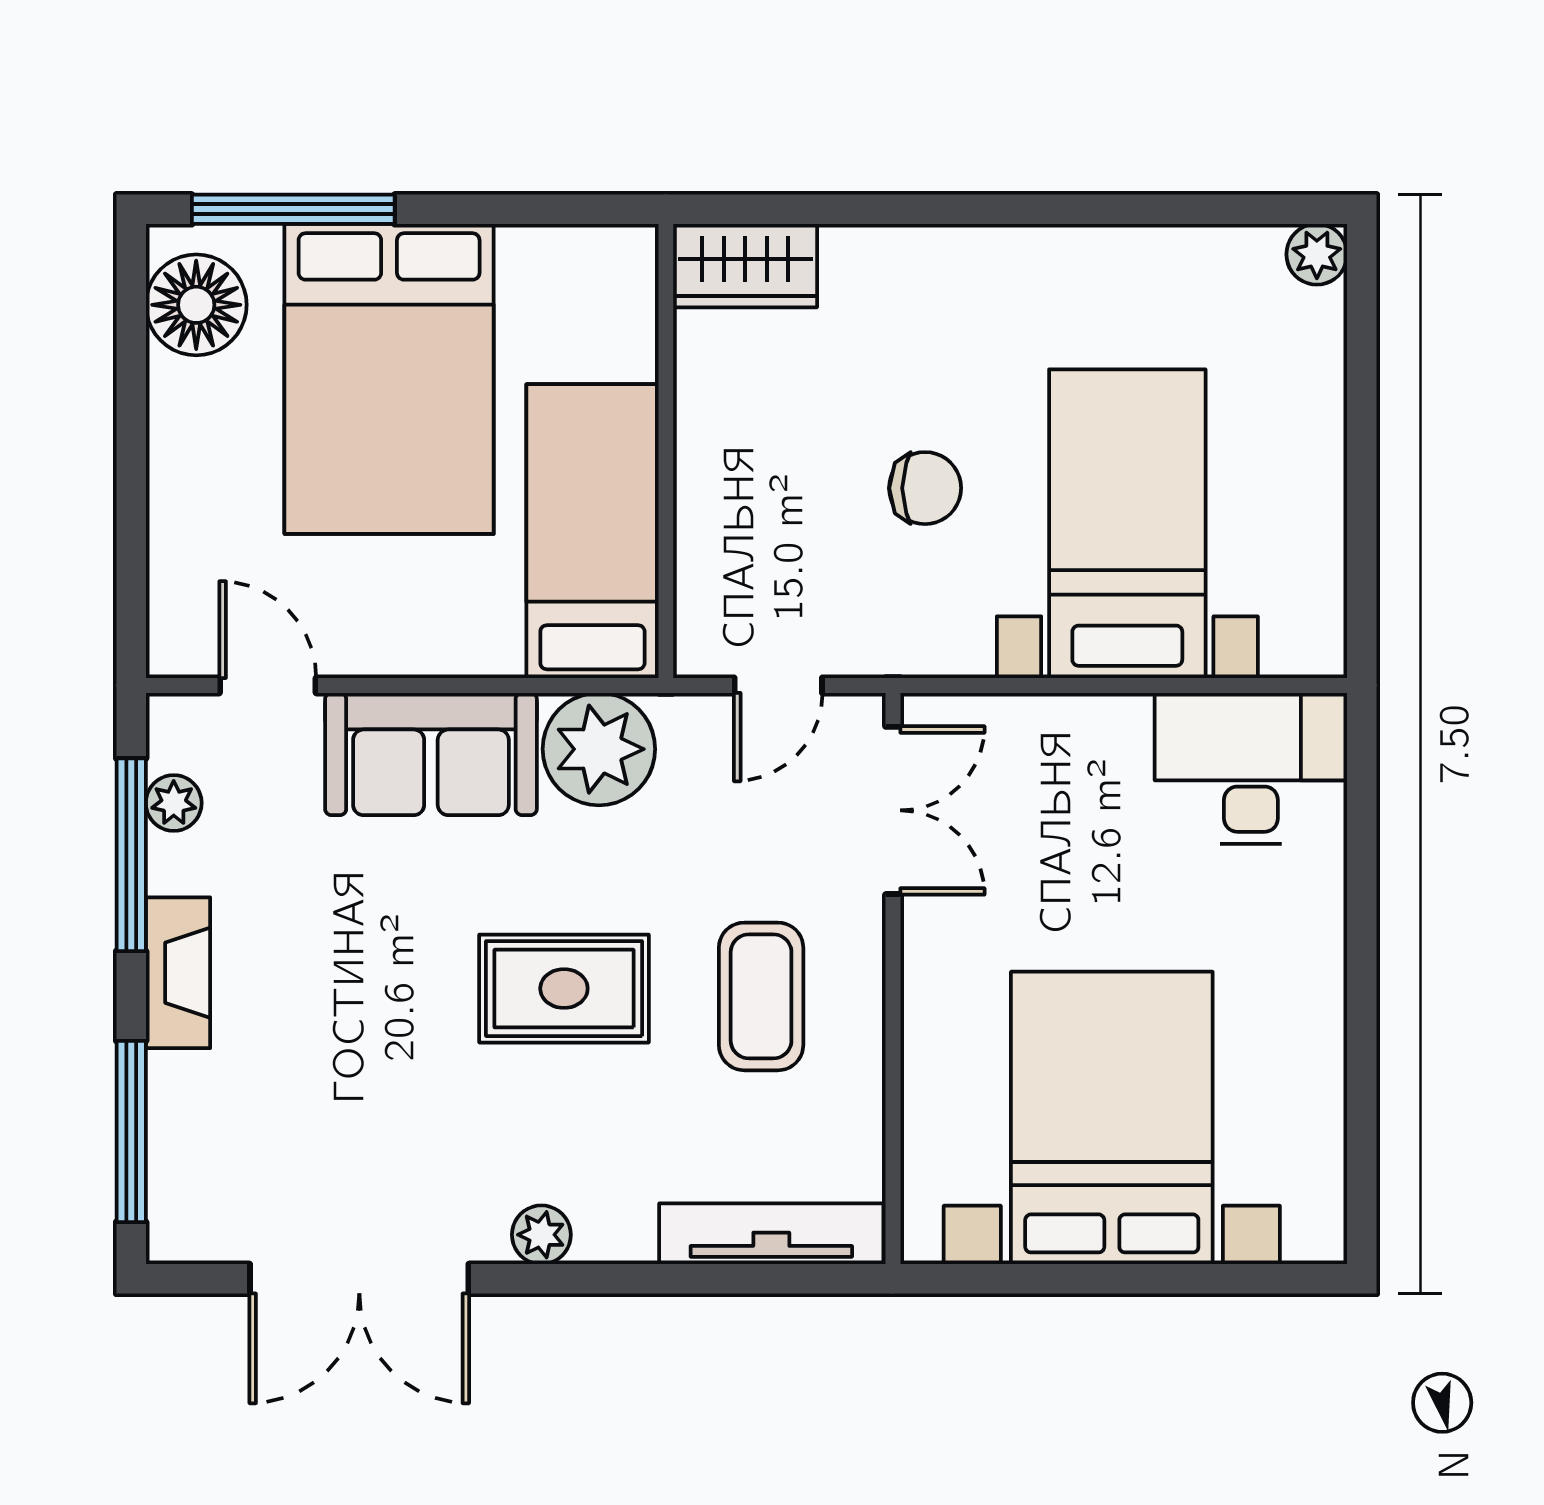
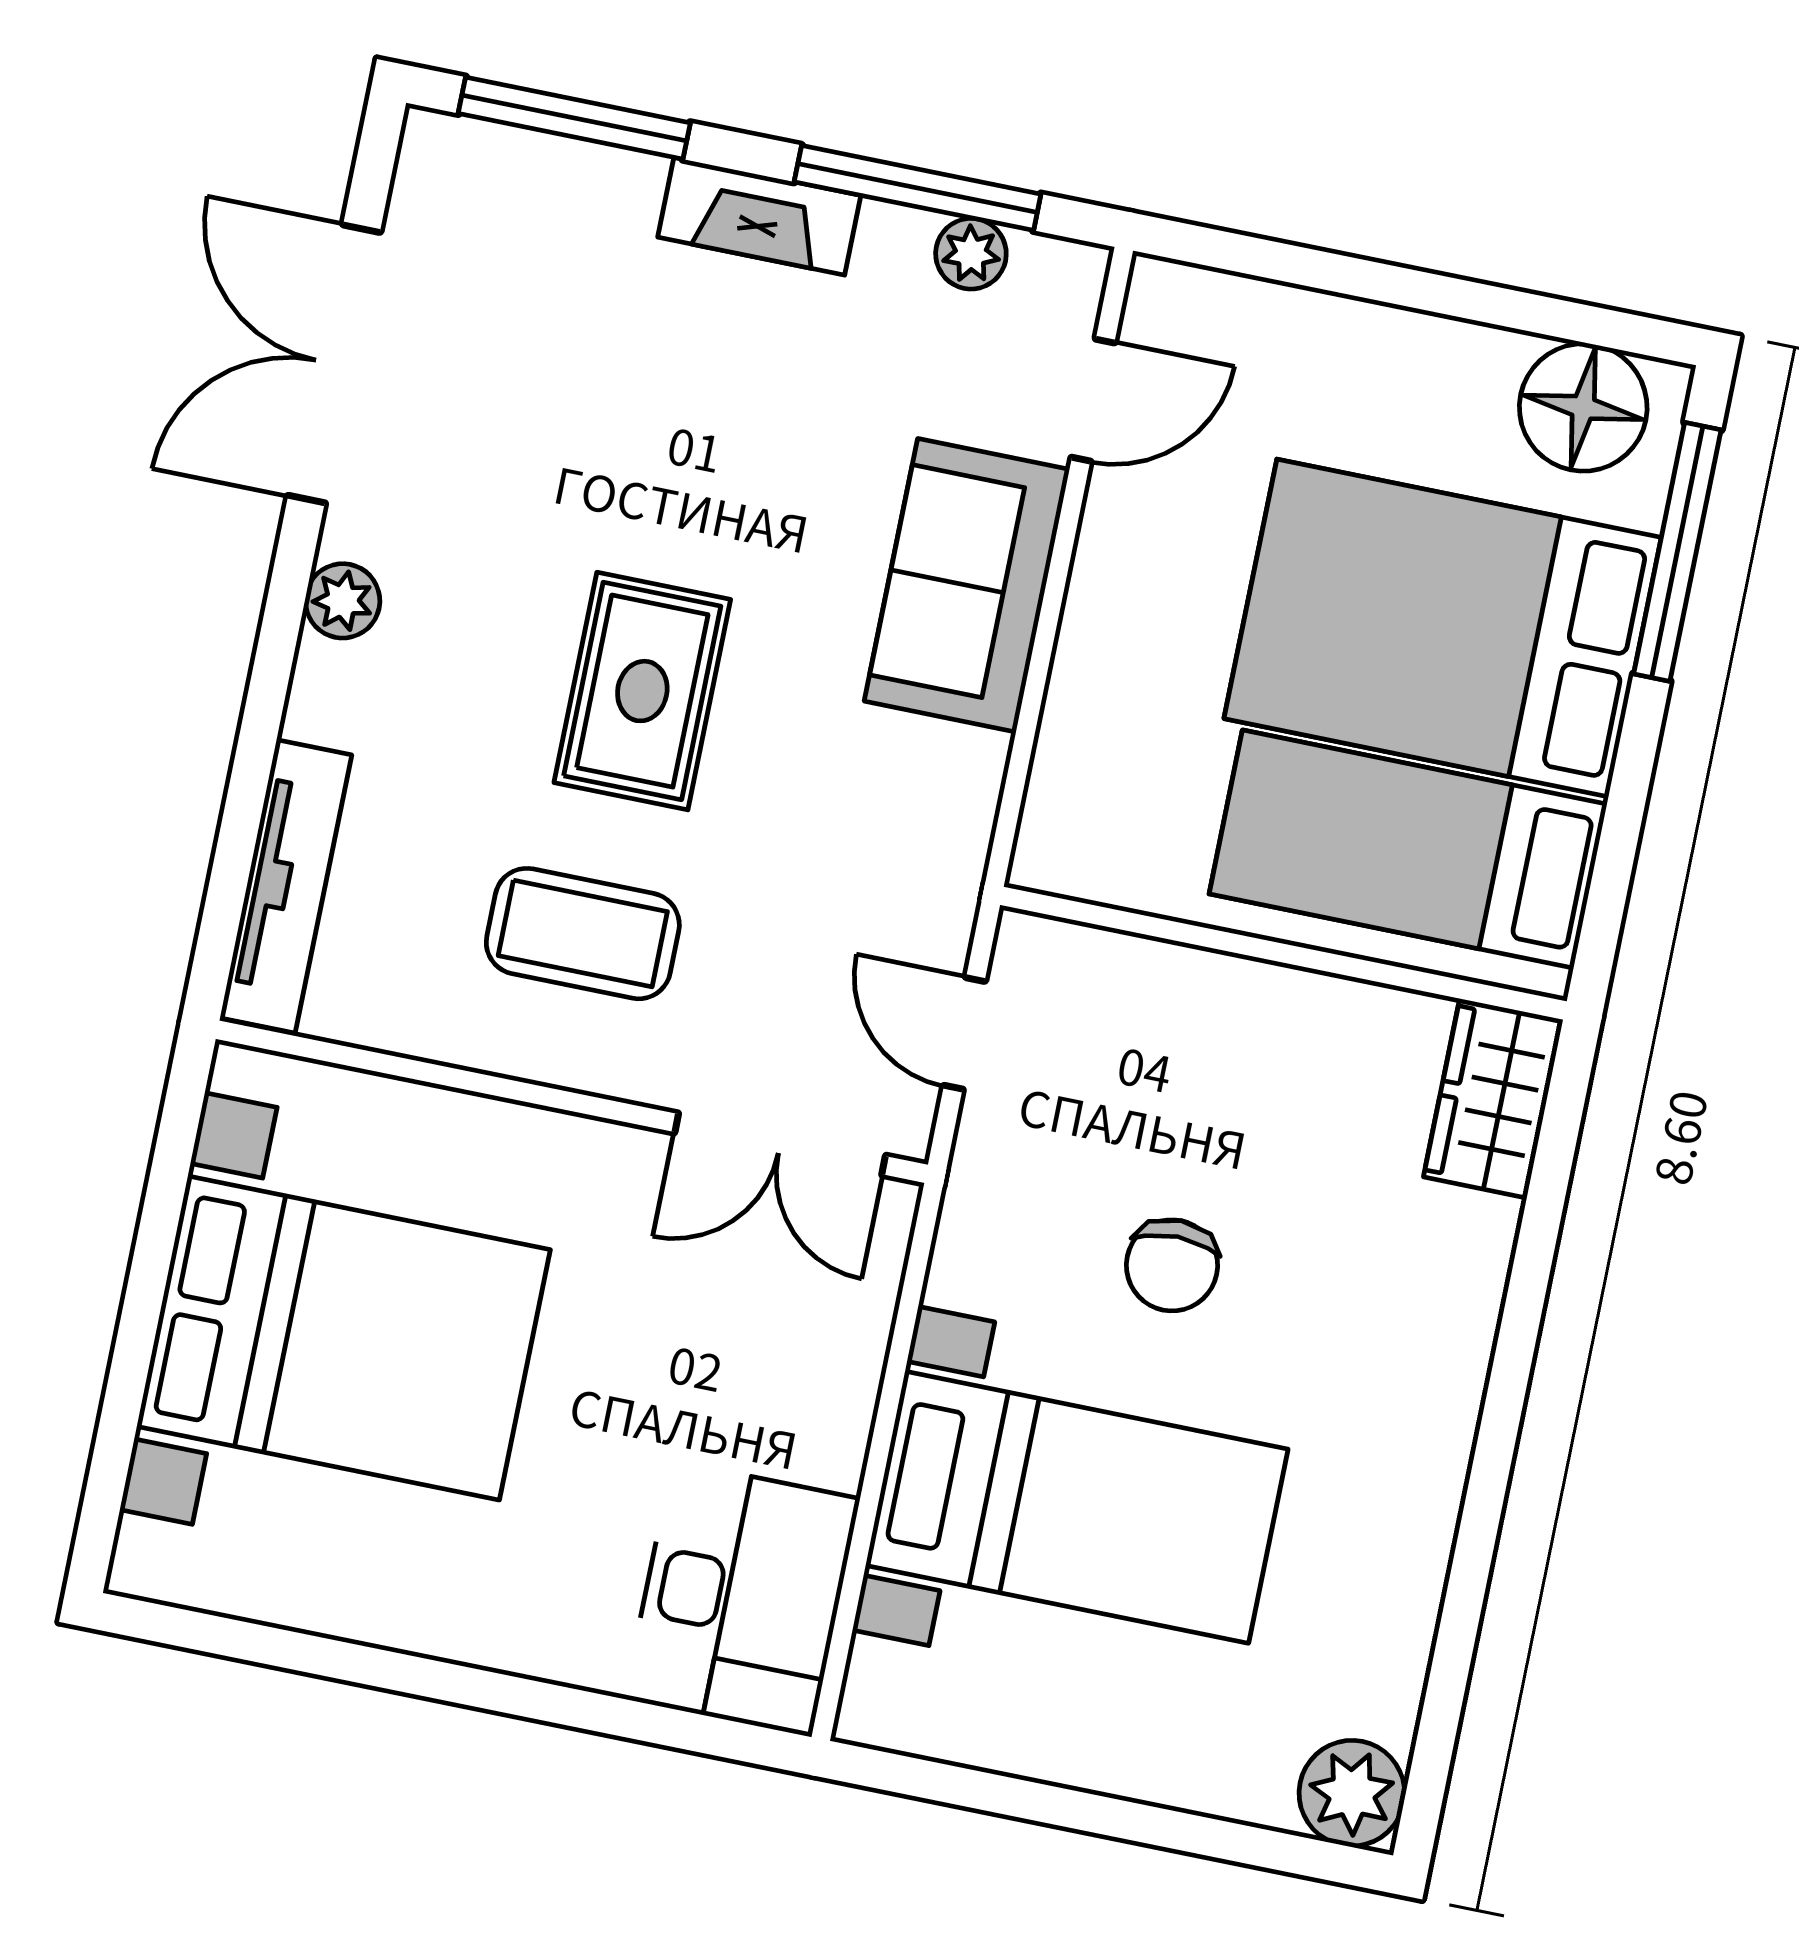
plant: (1317, 254) -> (1352, 1793), width x1.38, depth x1.38
bed: (592, 531) -> (1408, 849), moved, turned 180
plant: (599, 749) -> (931, 795), removed

